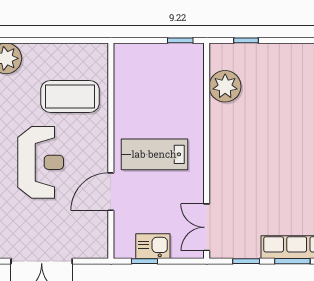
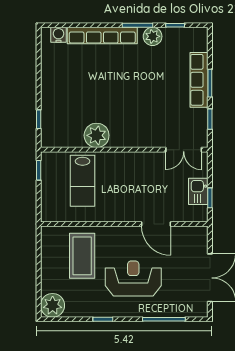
plant: (225, 86) -> (97, 135), moved
lab bench: (154, 154) -> (83, 181), moved

